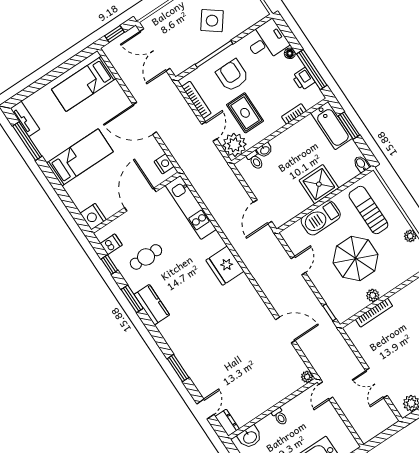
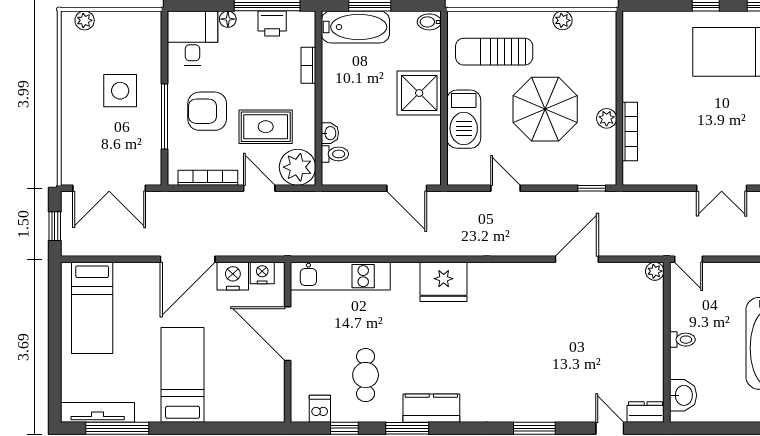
side table: (212, 21) -> (120, 91), turned -37
tv unit: (25, 119) -> (98, 412), width x1.41
nightstand: (93, 217) -> (233, 276), moved, turned 180

